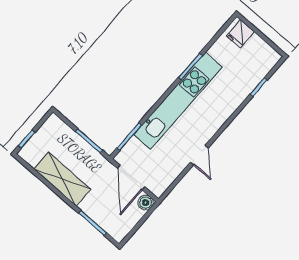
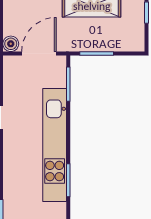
door: (131, 178) -> (39, 53), hinge flipped

